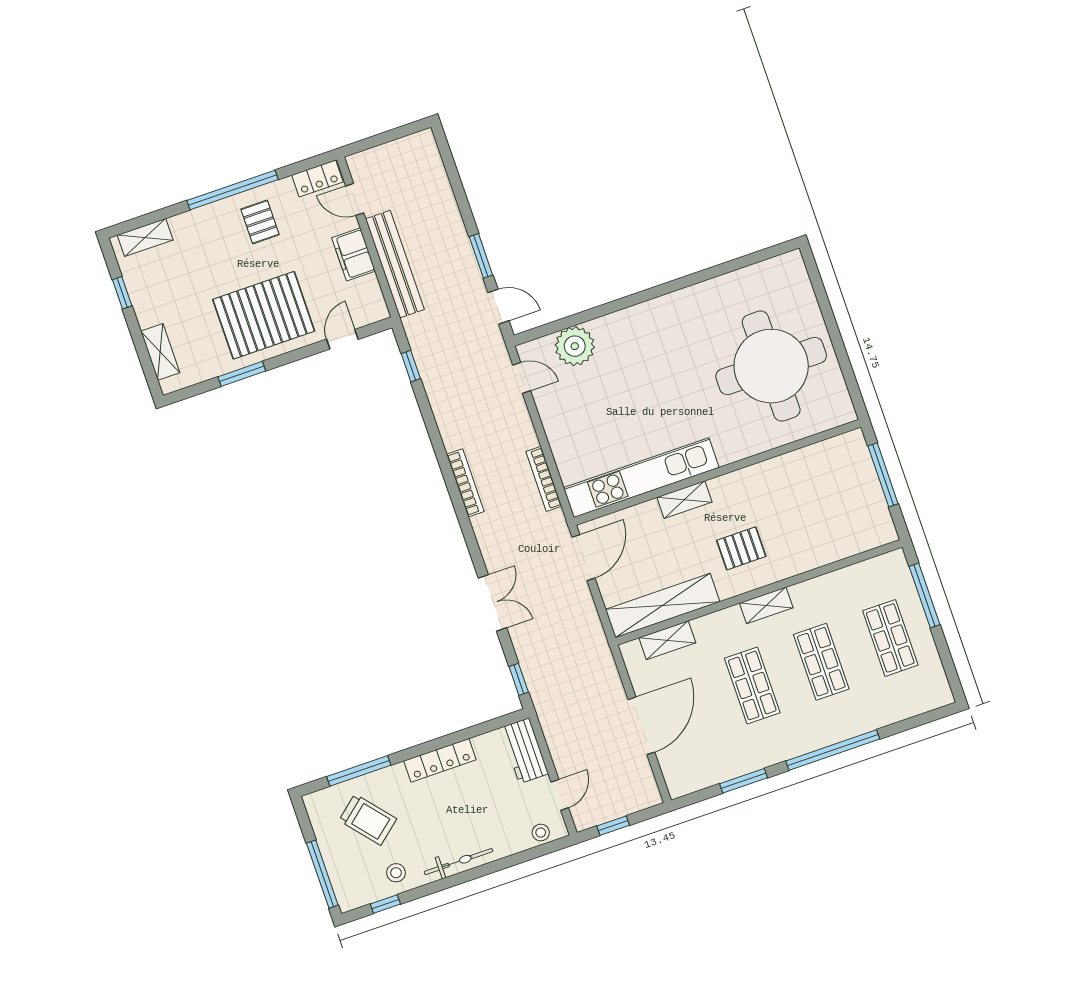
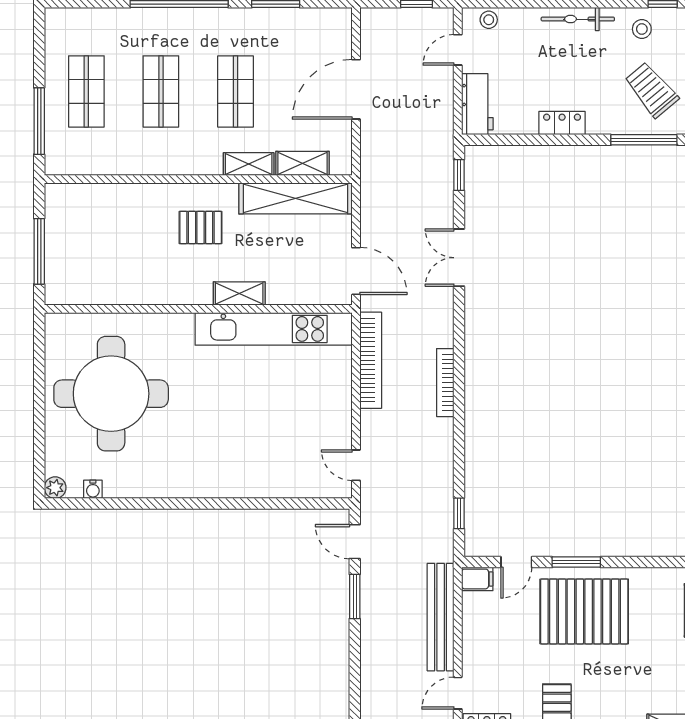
door: (355, 199) -> (458, 693), swing flipped
filing cabinet: (354, 254) -> (477, 579), moved, width x0.50
water cooler: (757, 272) -> (93, 489), added
plant: (575, 346) -> (55, 488), moved, width x0.53, depth x0.53
window: (242, 374) -> (576, 562), moved
bookcase: (544, 479) -> (371, 360), width x1.48, depth x1.31
door: (583, 558) -> (356, 271), swing flipped
shelving: (766, 605) -> (249, 164), moved
locker: (440, 760) -> (562, 123), width x0.66

